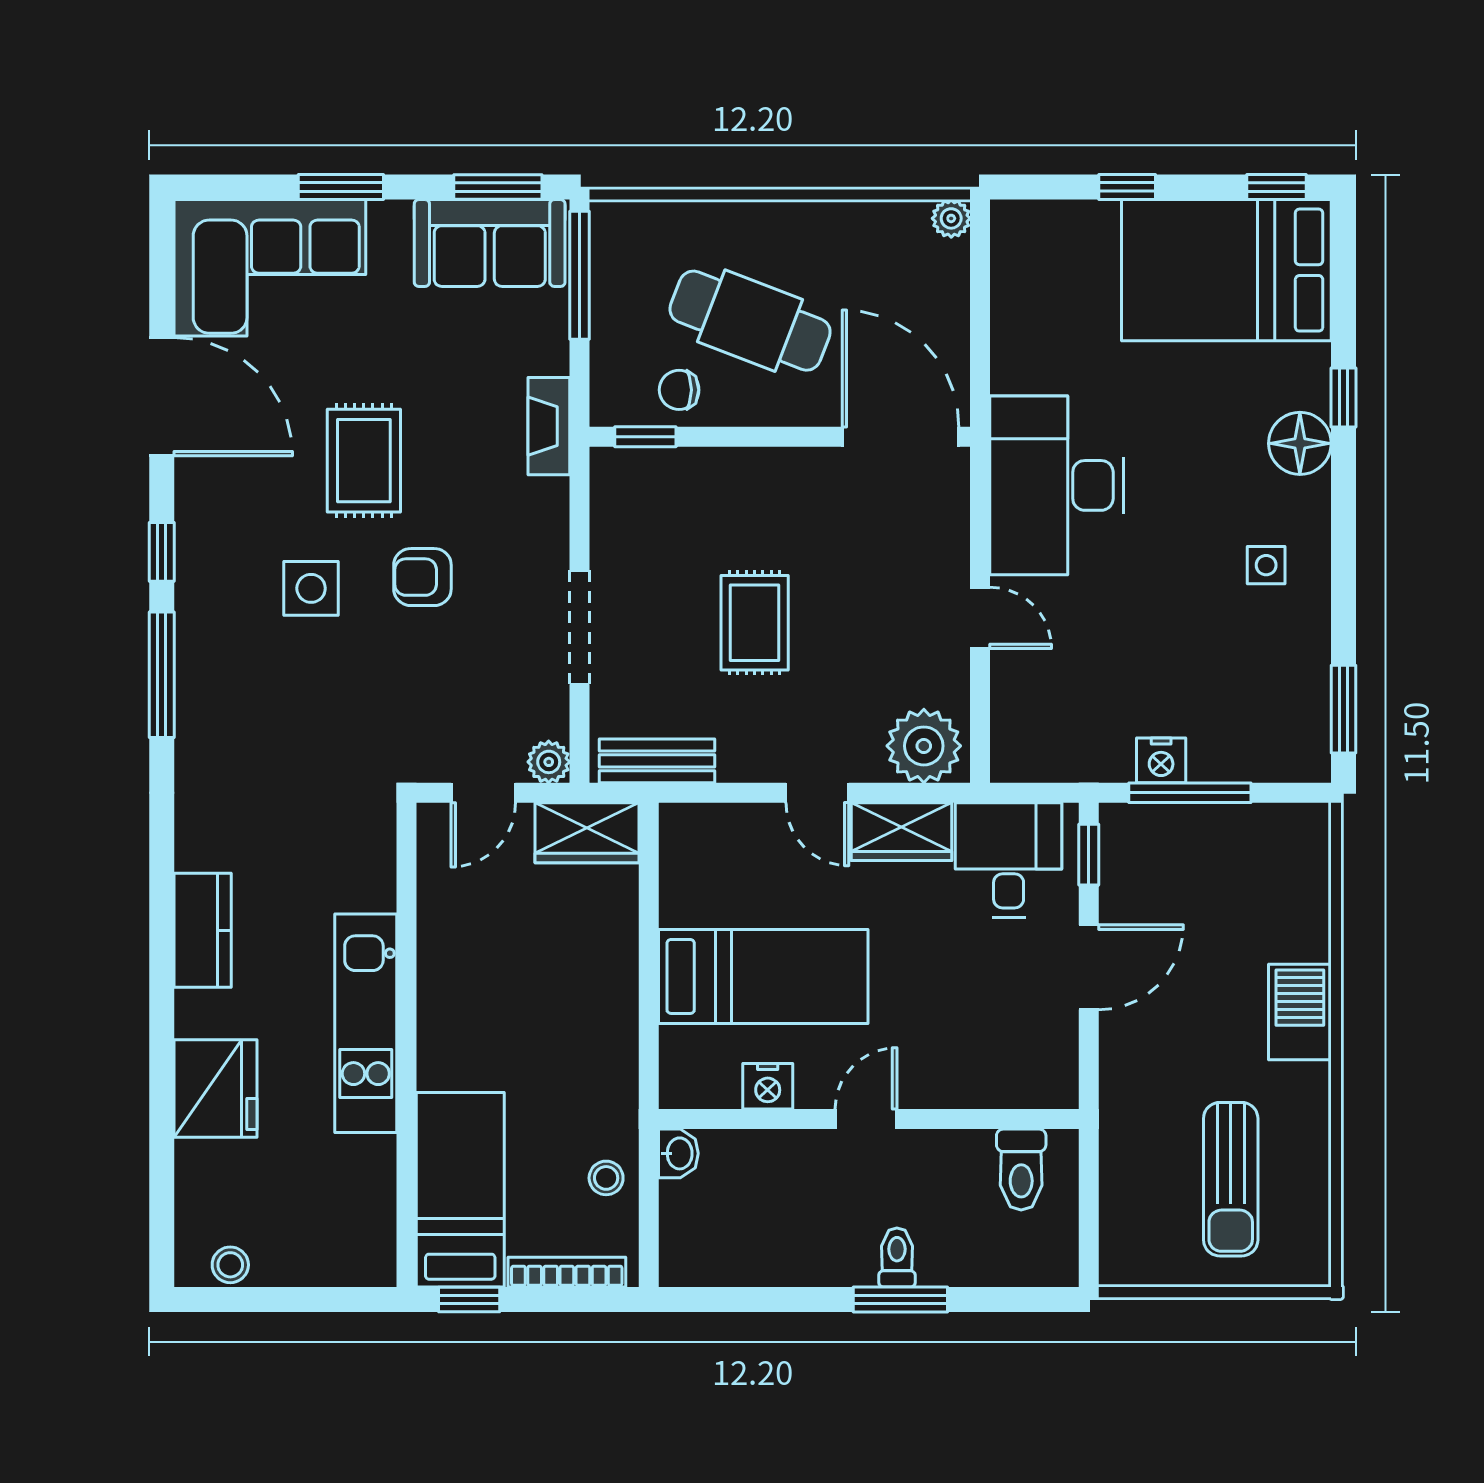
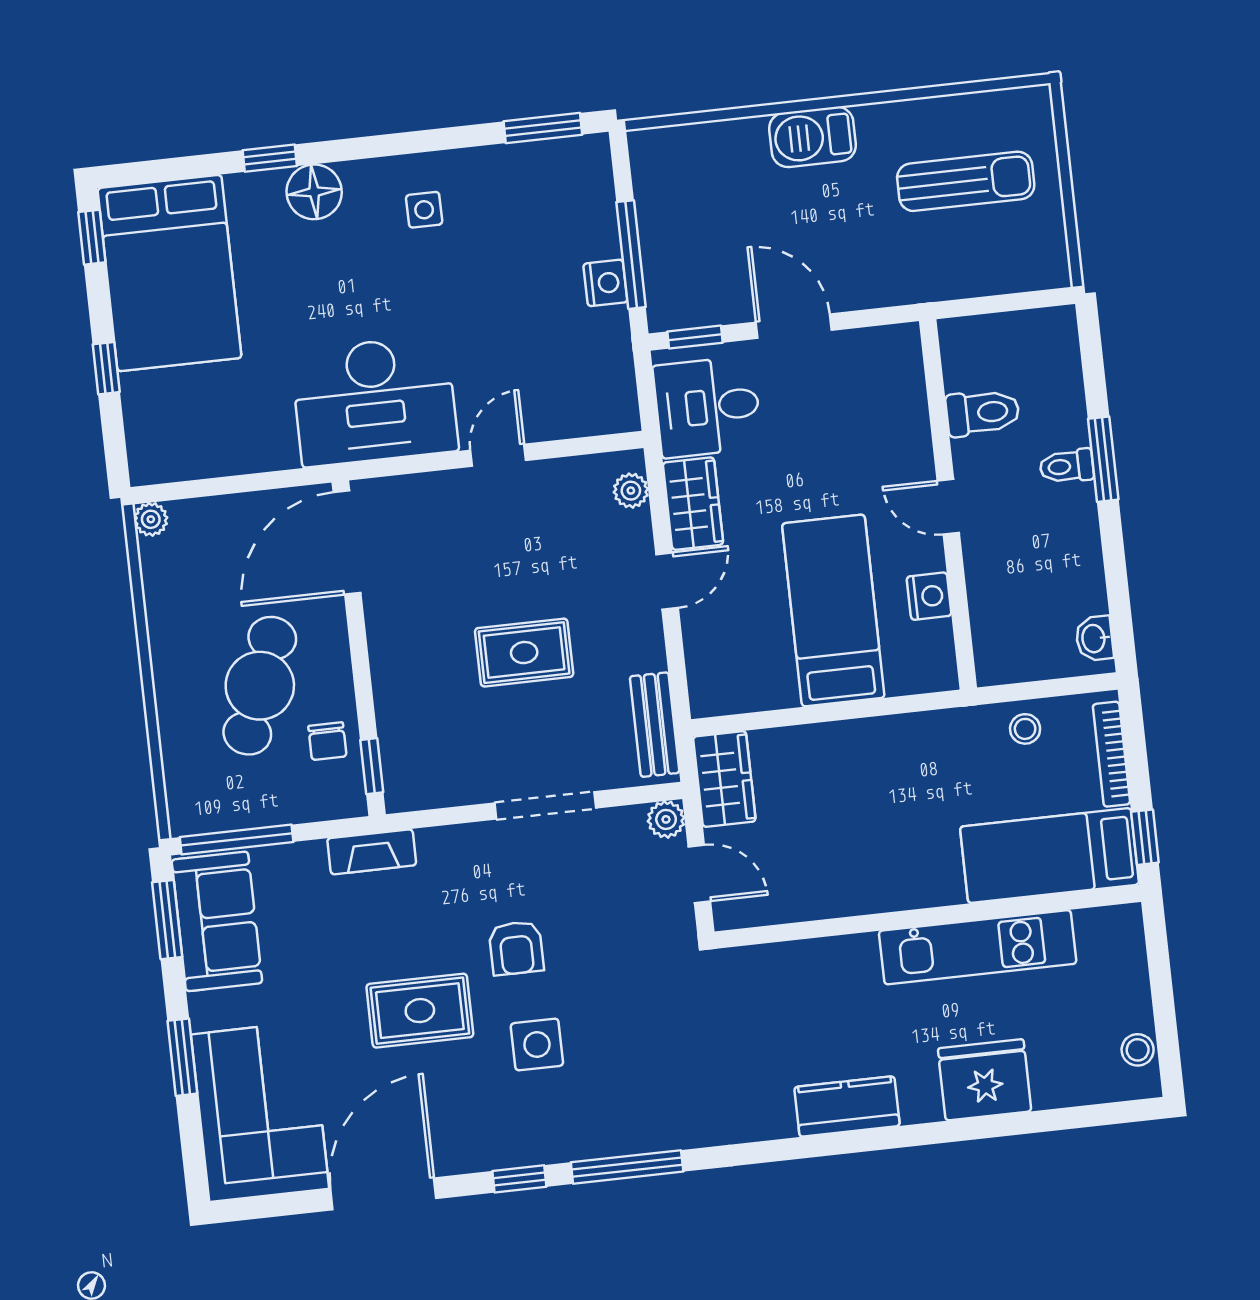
plant: (924, 746) -> (631, 491), width x0.53, depth x0.53
kitchen unit: (366, 1023) -> (978, 947), moved
washbasin: (678, 1153) -> (1094, 638), moved, turned -90
toilet: (1021, 1170) -> (983, 413), moved

